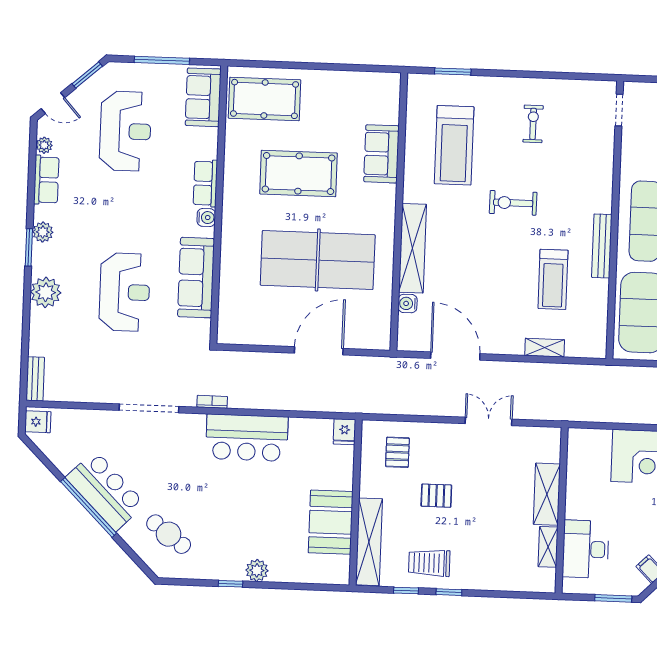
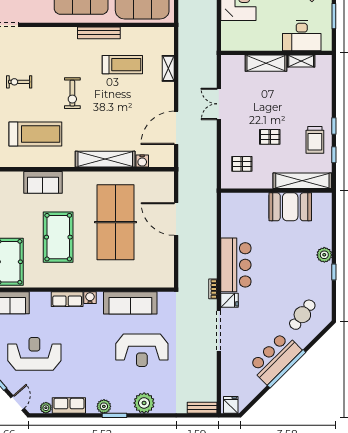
reception desk: (125, 292) -> (142, 350), turned 180
fridge: (345, 432) -> (229, 300), moved
pallet: (436, 496) -> (270, 137), turned 90

